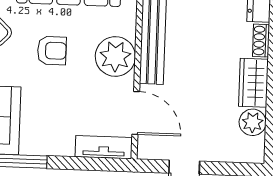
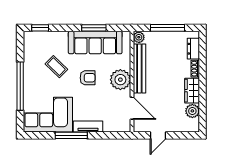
tv unit: (104, 147) -> (88, 127), moved

